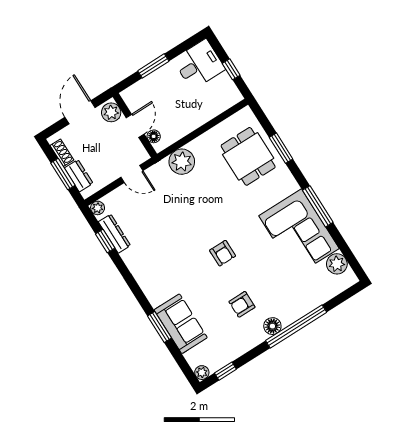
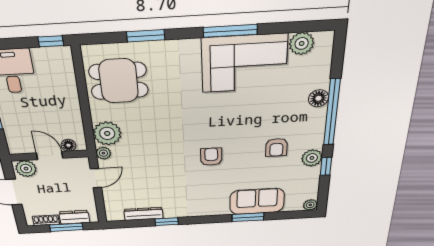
window: (231, 69) -> (51, 41), moved
dining table: (248, 156) -> (119, 81), moved
plant: (98, 208) -> (103, 153), moved
window: (105, 241) -> (167, 222), moved
armchair: (223, 253) -> (211, 157), moved, turned -90
floor lamp: (272, 326) -> (319, 98), moved
plant: (248, 340) -> (312, 158), added
window: (225, 371) -> (326, 166), moved

